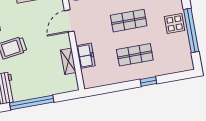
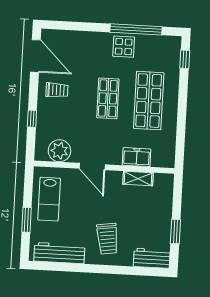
shop shelf: (135, 55) -> (149, 101), width x1.43, depth x1.36
window: (148, 81) -> (185, 59), moved
window: (32, 102) -> (175, 232), width x0.47

